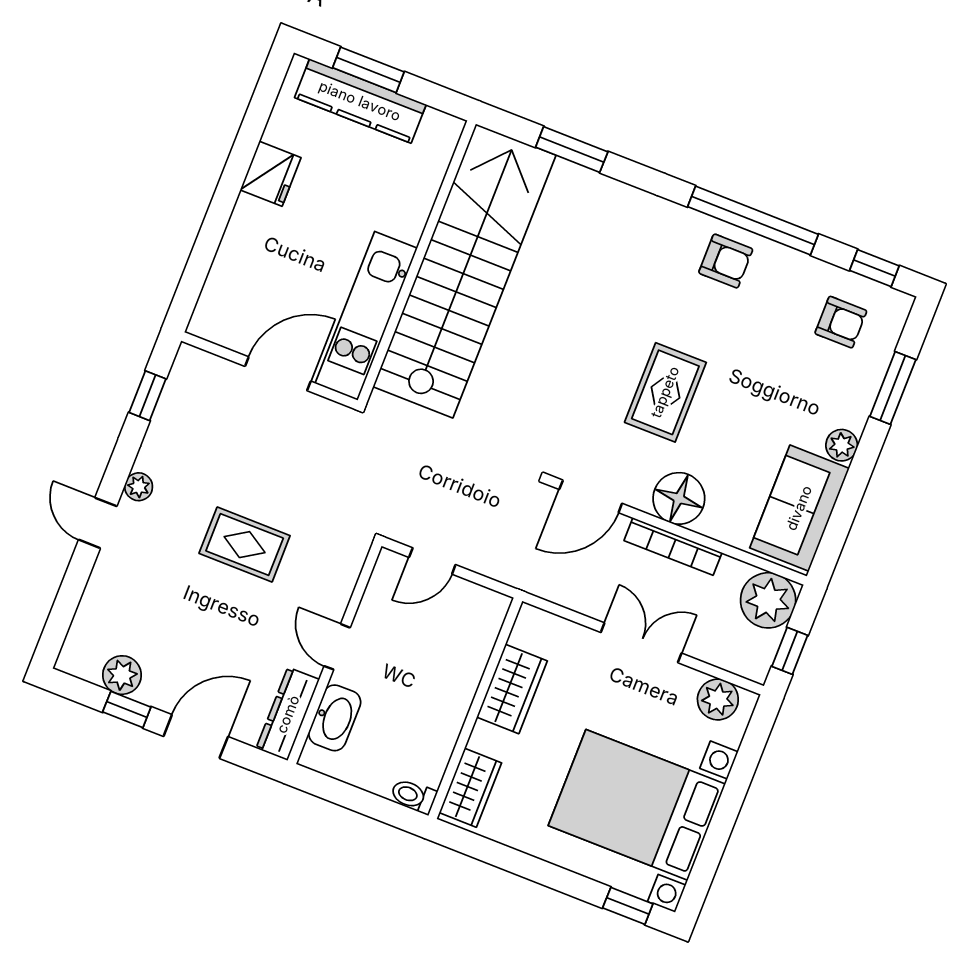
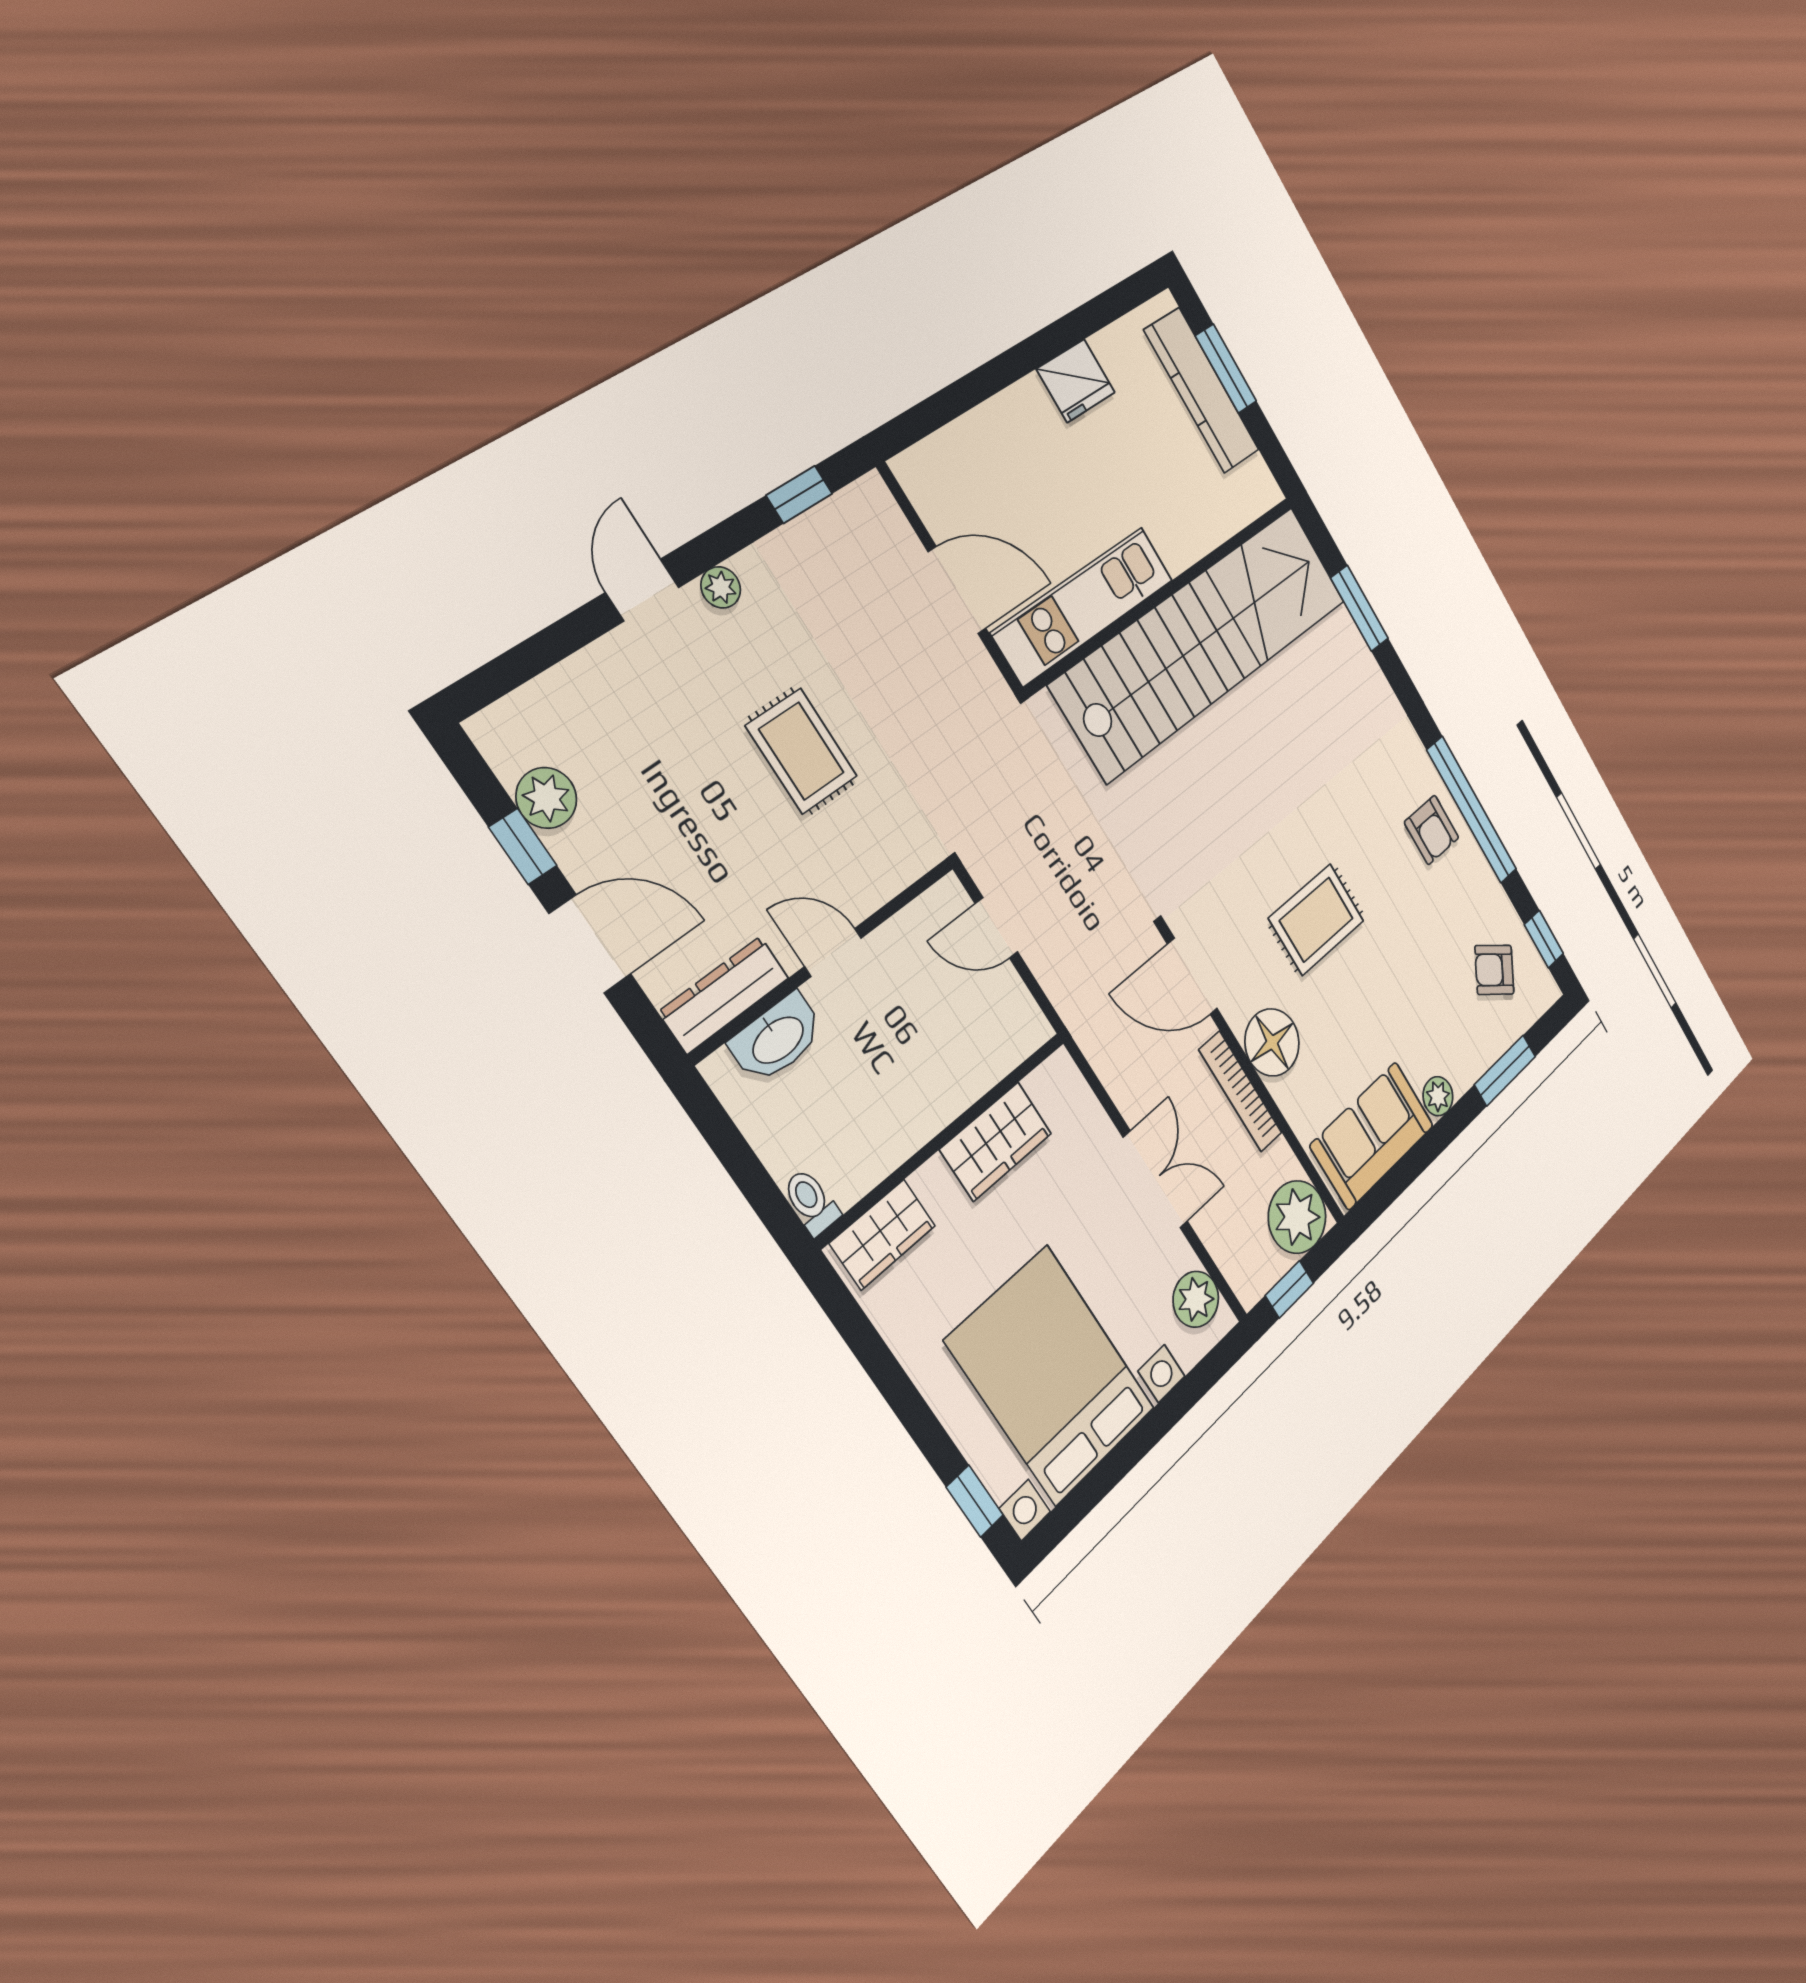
armchair: (841, 322) -> (1494, 970), turned 124
door: (337, 647) -> (833, 952), hinge flipped

